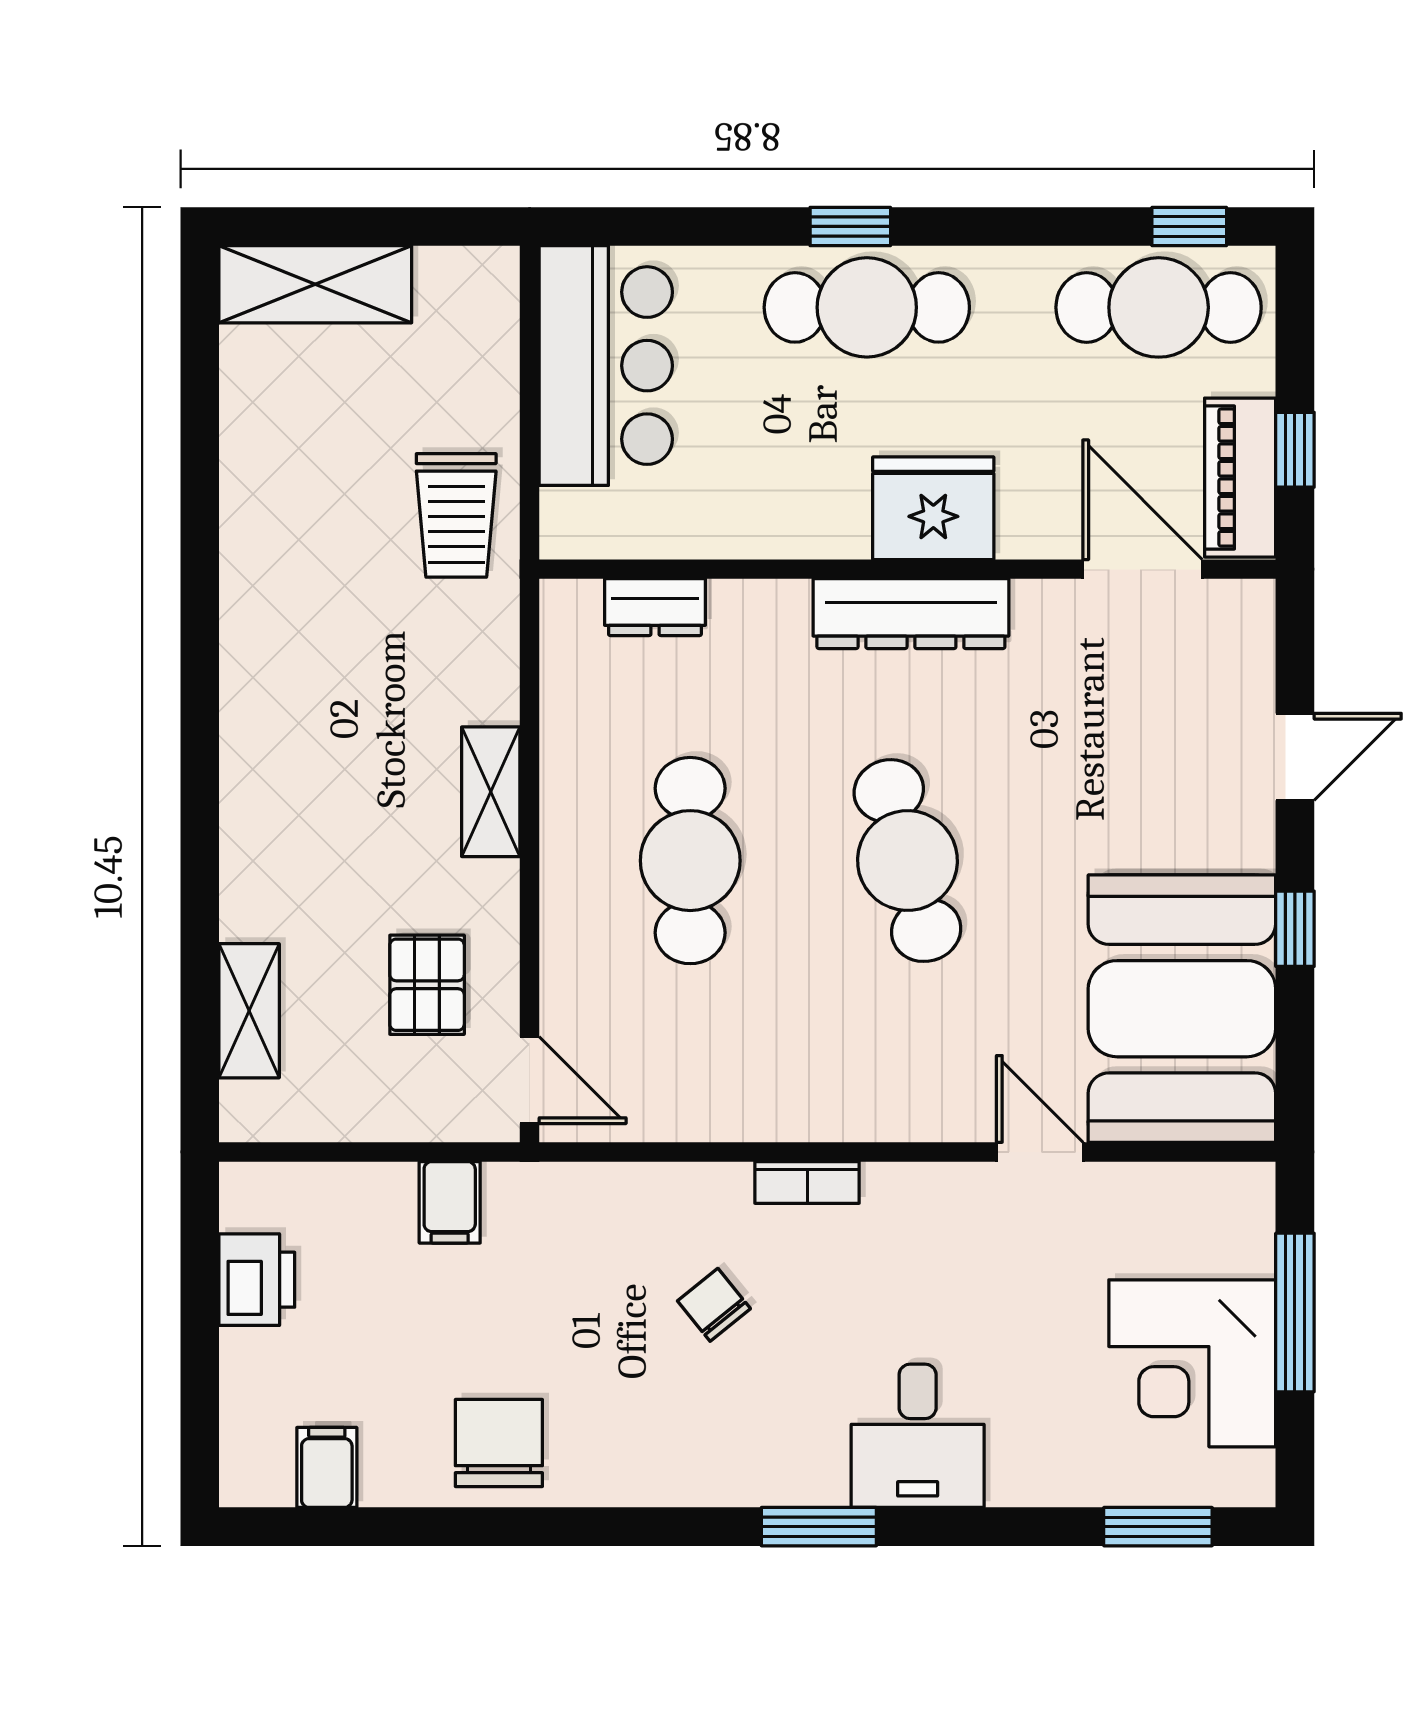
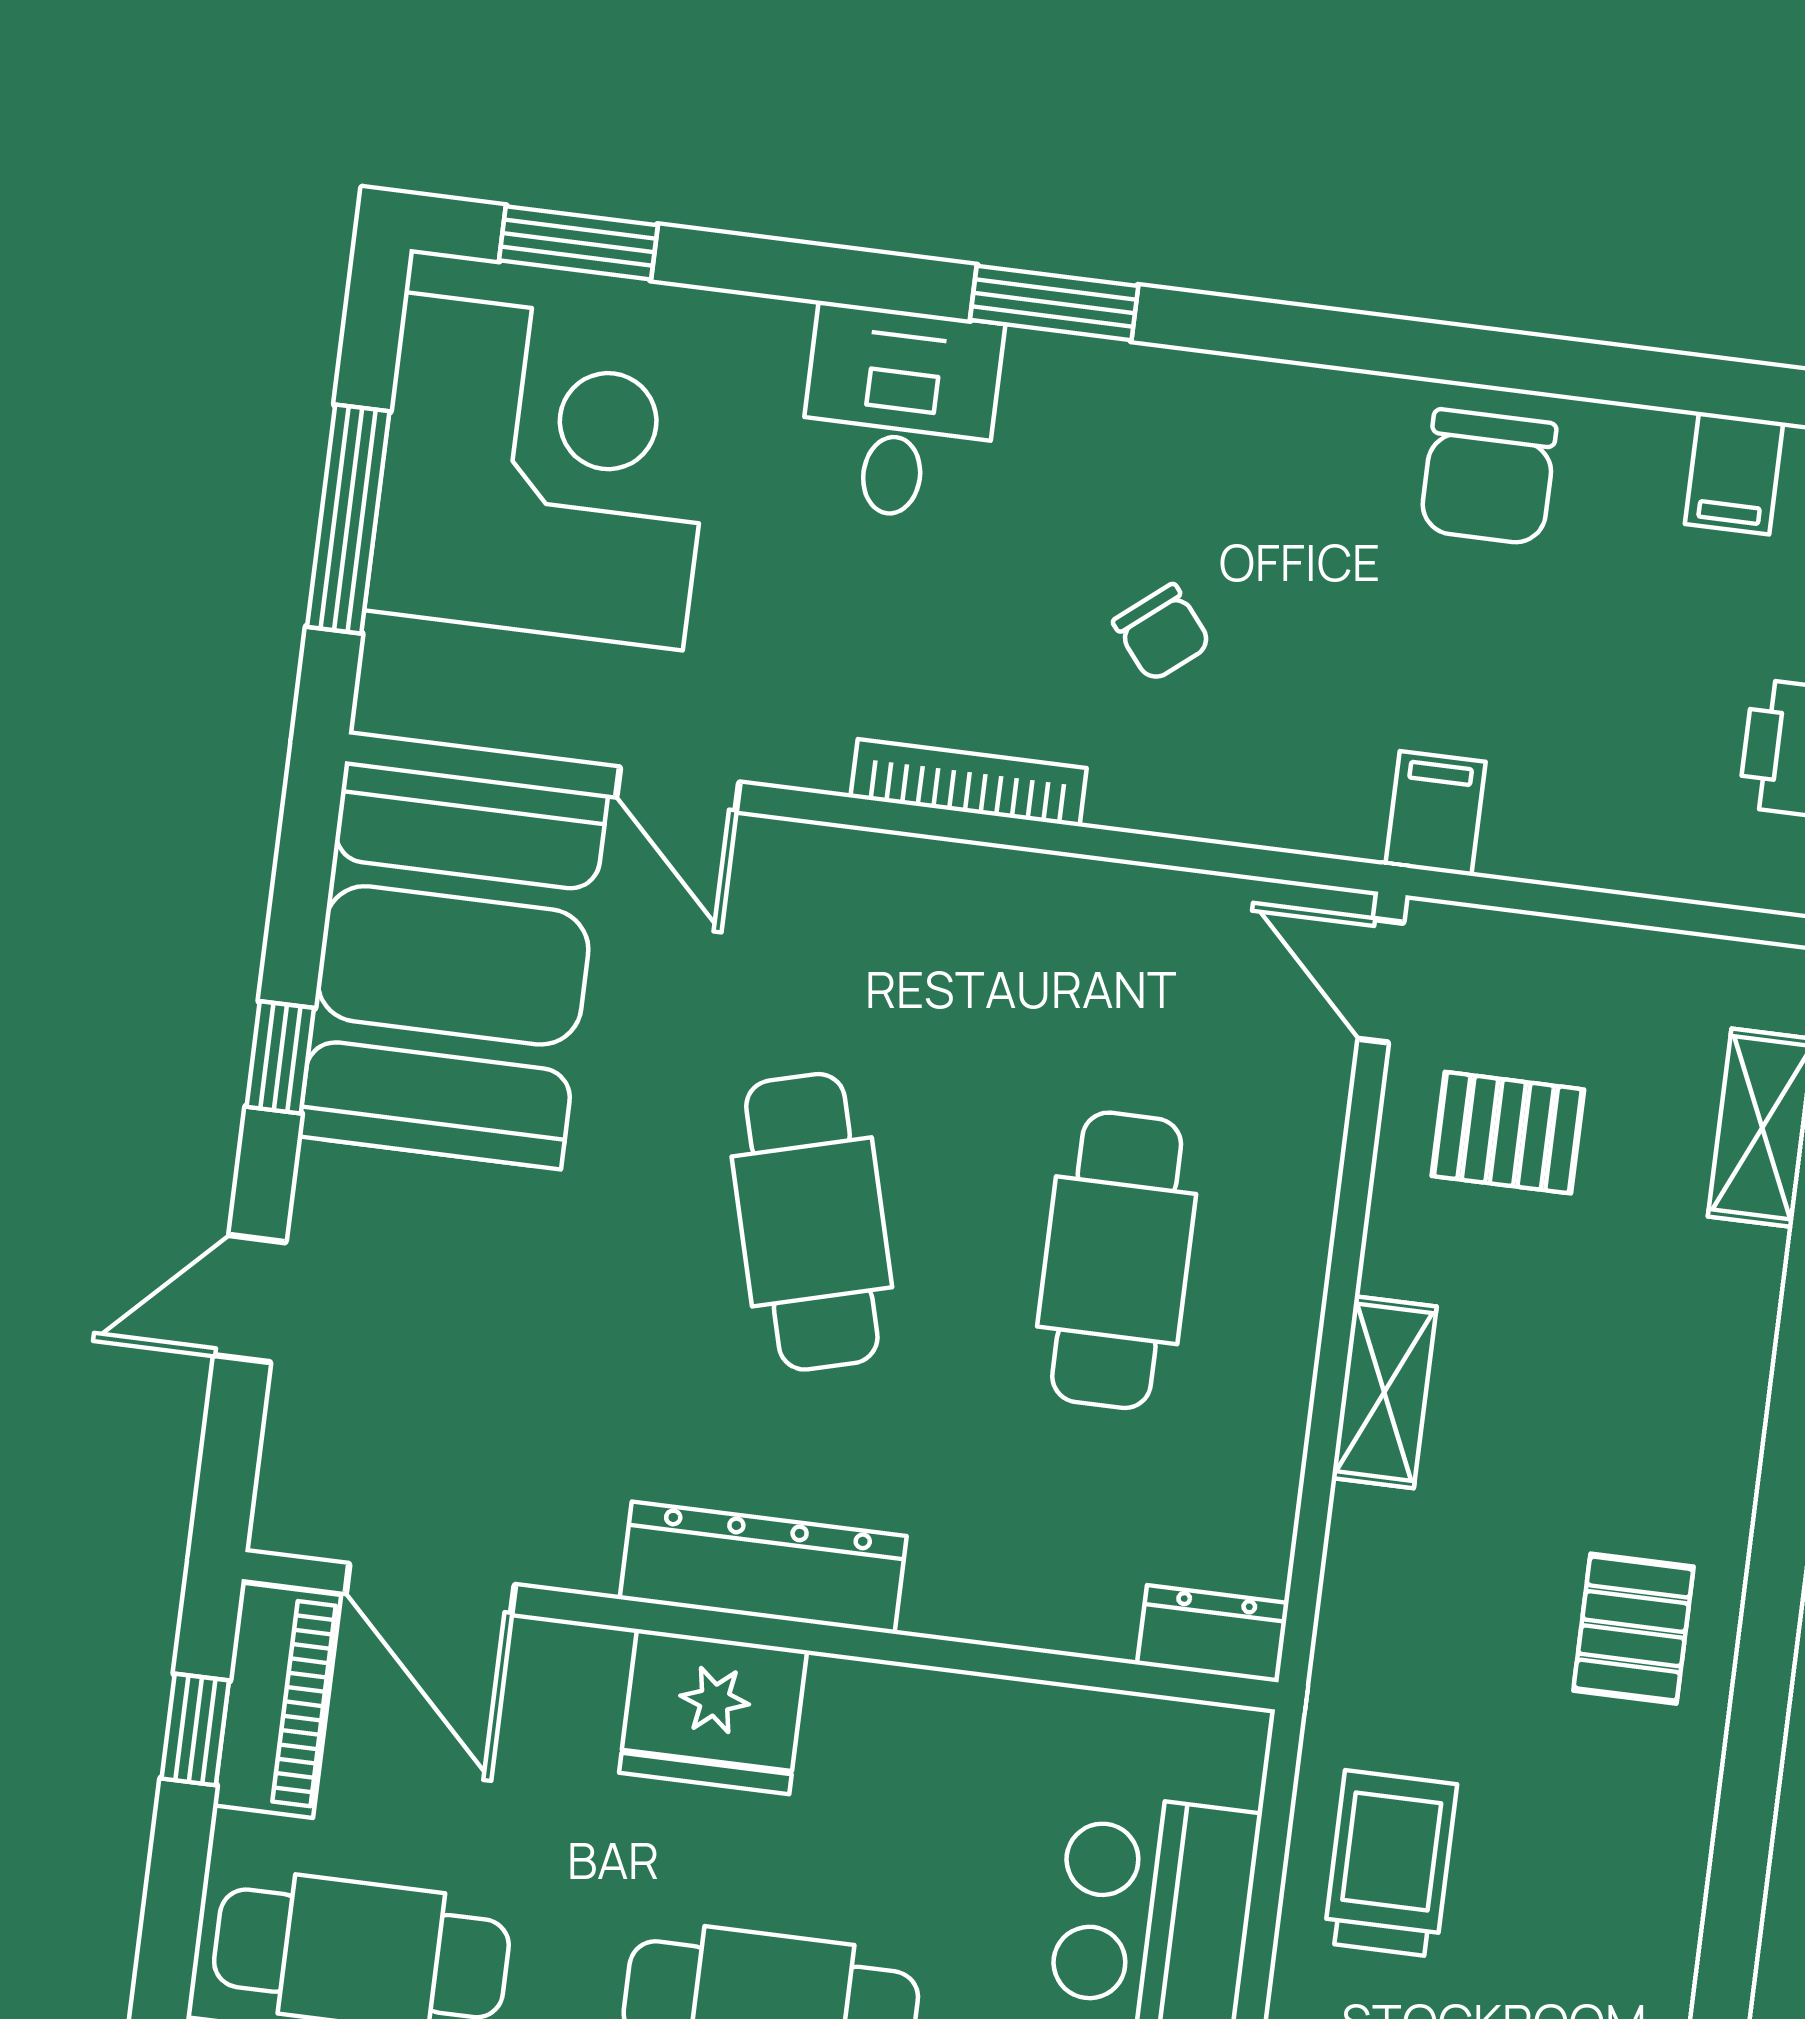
trolley: (456, 515) -> (1390, 1864), moved
dresser: (655, 607) -> (1213, 1634), moved
pallet: (295, 648) -> (1633, 1629), added
pallet: (427, 985) -> (1508, 1133), turned 90
bookcase: (807, 1182) -> (969, 783), width x1.56
filing cabinet: (450, 1202) -> (1436, 813), moved
corner desk: (1192, 1363) -> (544, 471), width x1.36, depth x1.36

